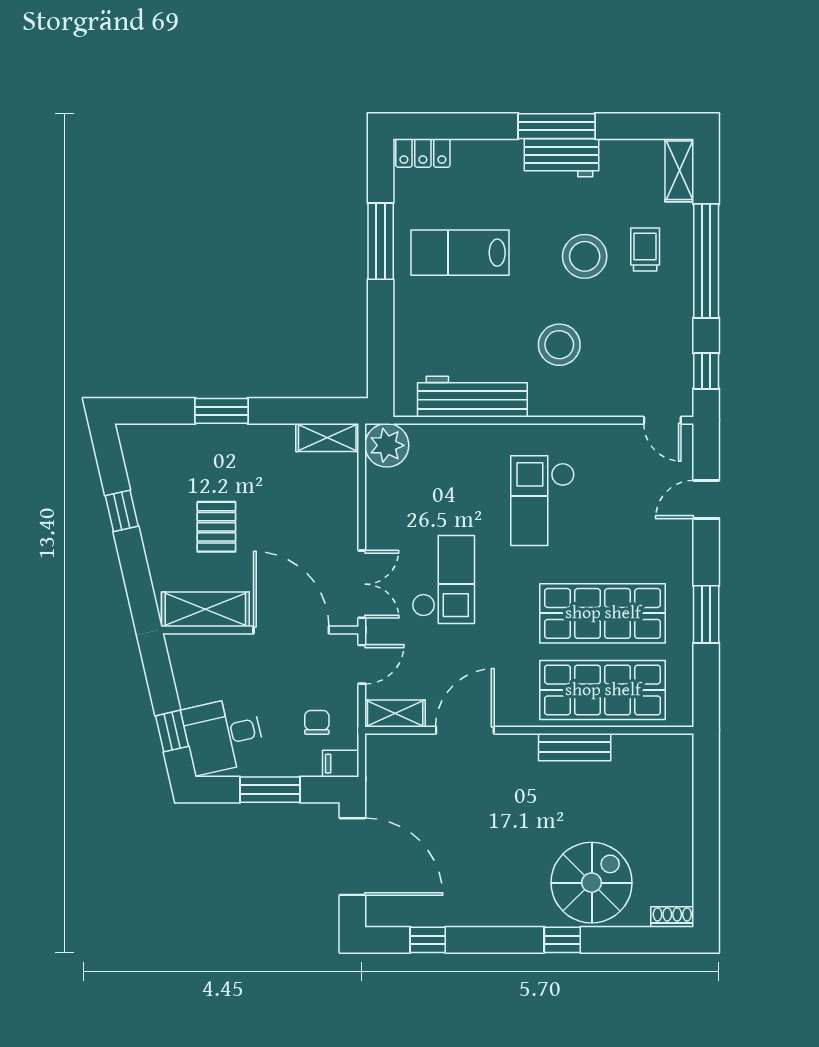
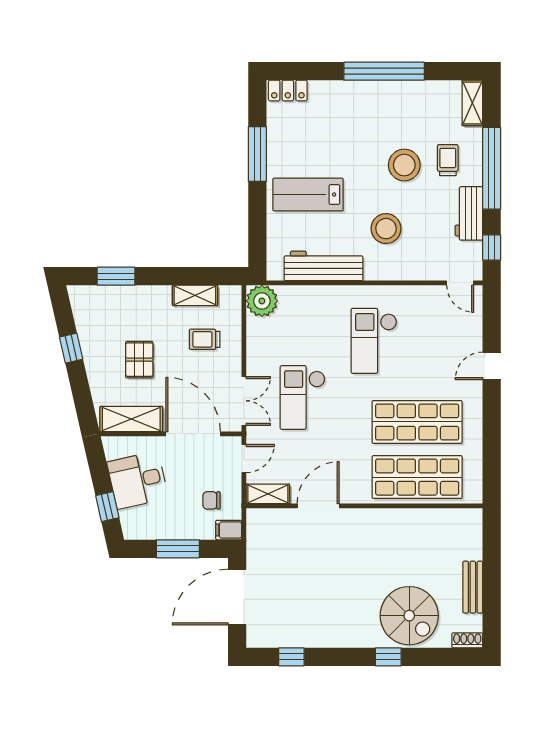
window: (557, 126) -> (384, 71), width x1.46
workbench: (561, 158) -> (469, 213), moved, turned 90
lab bench: (460, 253) -> (308, 195), moved
window: (221, 411) -> (116, 276), moved
shelving: (327, 438) -> (195, 295), moved
trolley: (307, 499) -> (205, 339), added
door: (706, 499) -> (492, 366), moved
checkout: (443, 579) -> (303, 397), turned 180
window: (706, 614) -> (492, 423), removed
chair: (317, 722) -> (212, 500), turned -90
desk: (223, 735) -> (138, 480), moved
bench: (575, 747) -> (473, 587), moved, turned 90
door: (352, 857) -> (237, 597), swing flipped
spiral stairs: (592, 883) -> (409, 616), turned 90

